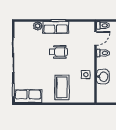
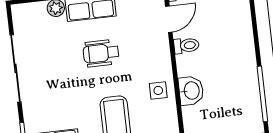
wheelchair: (58, 52) -> (101, 53), turned 180

